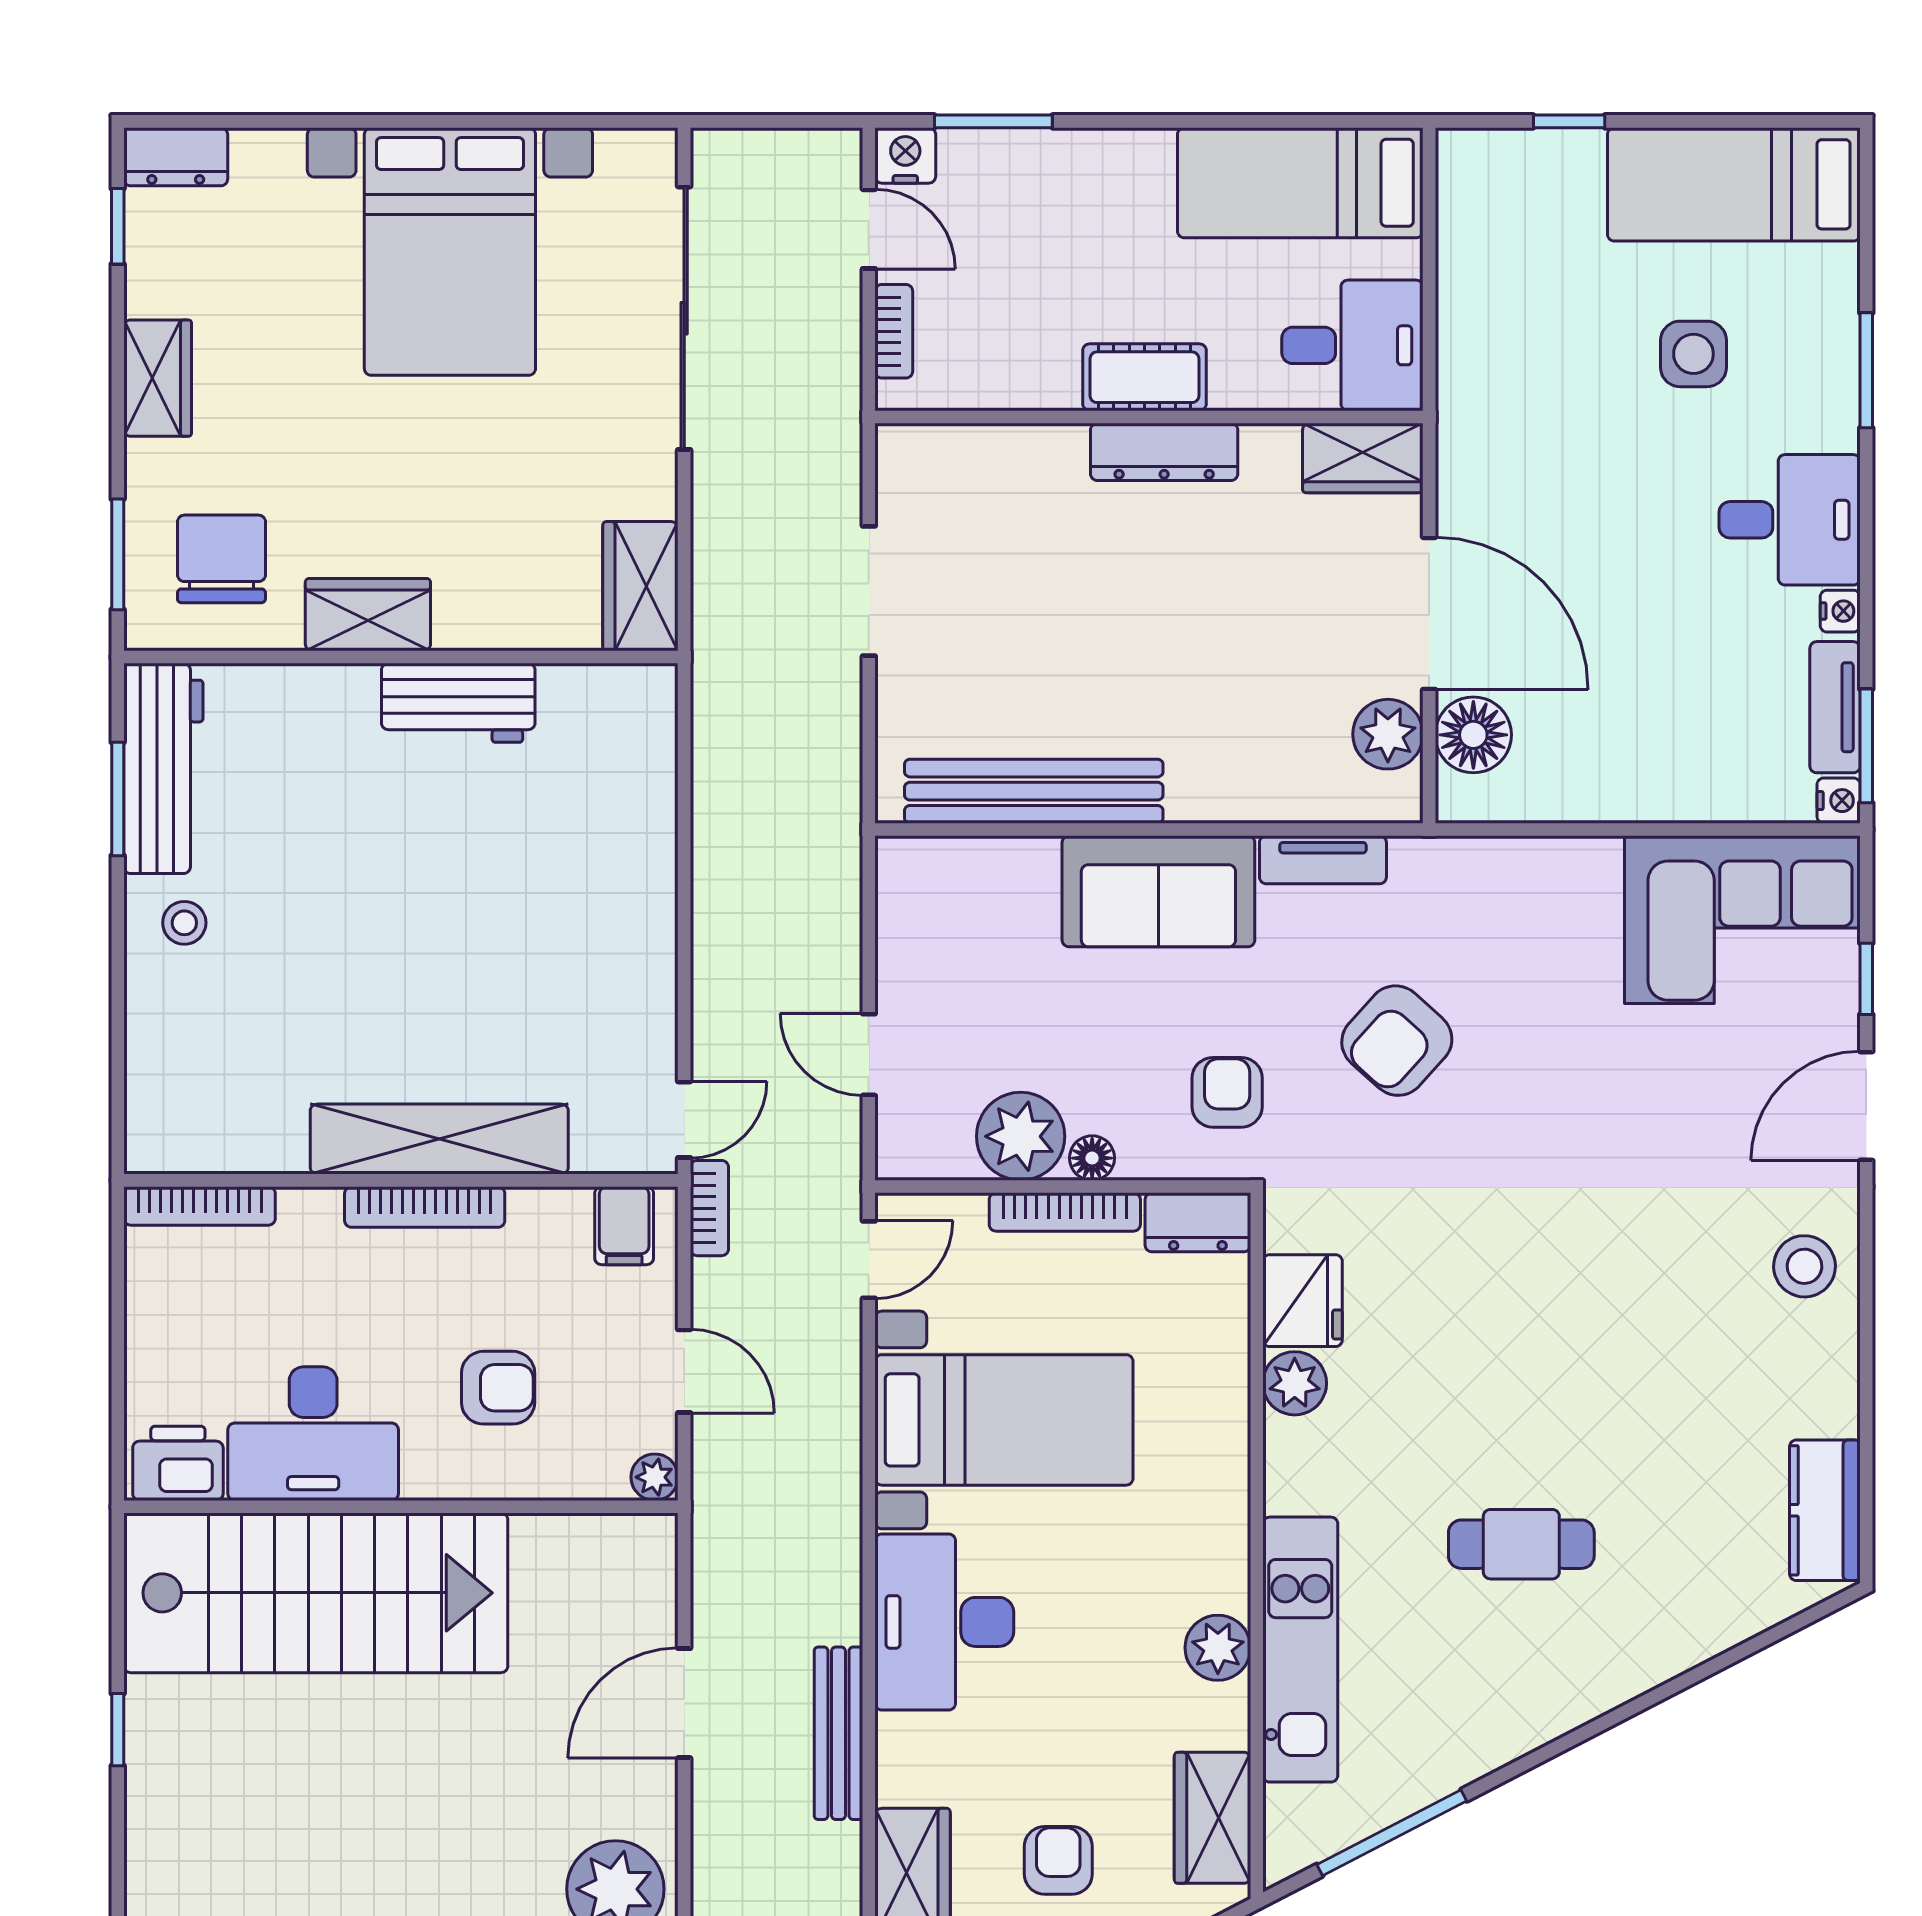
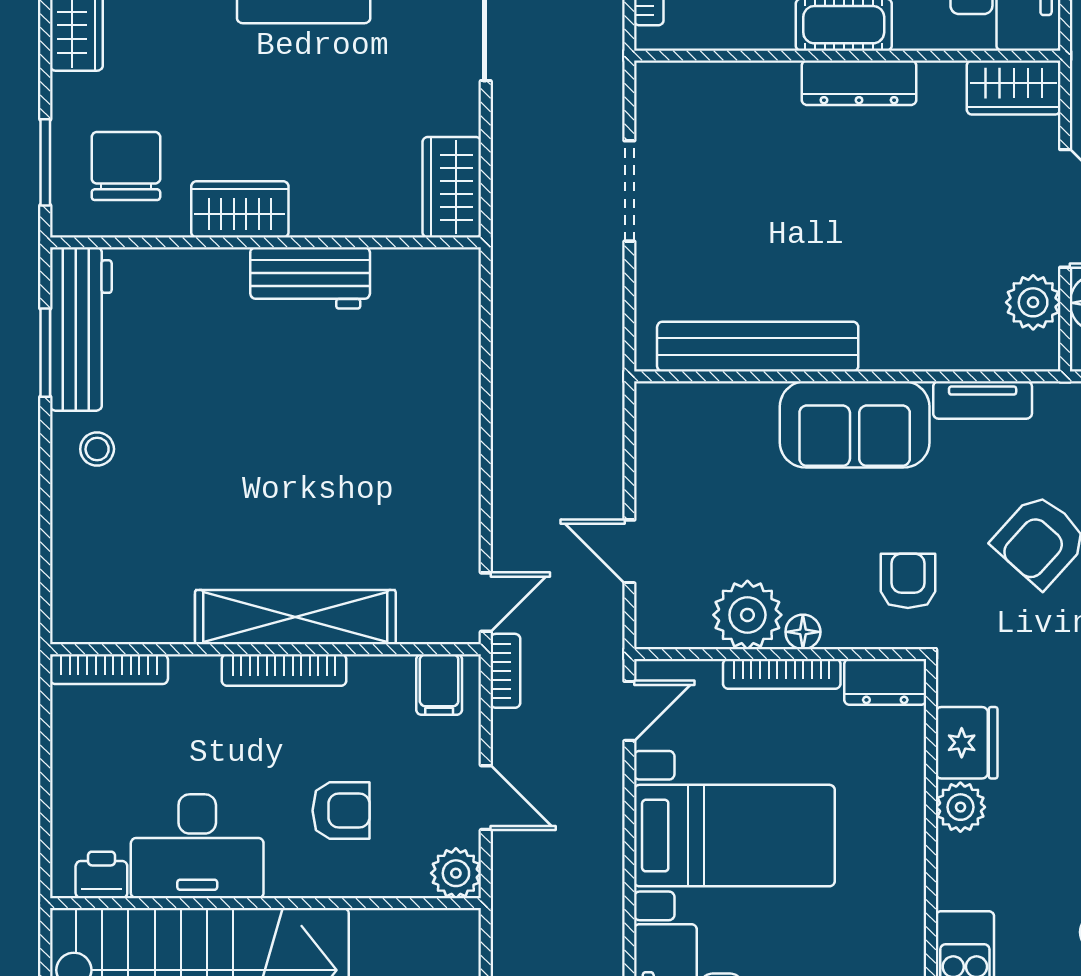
printer: (178, 1463) -> (101, 875), width x0.73, depth x0.81
plant: (655, 1477) -> (456, 873), width x1.38, depth x1.38

